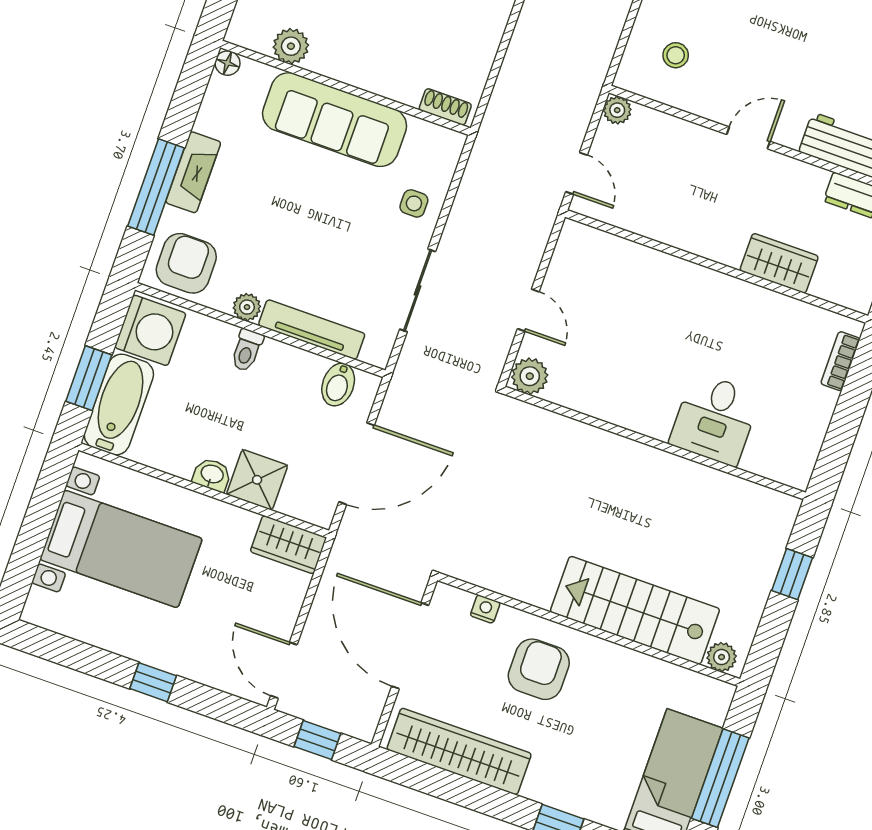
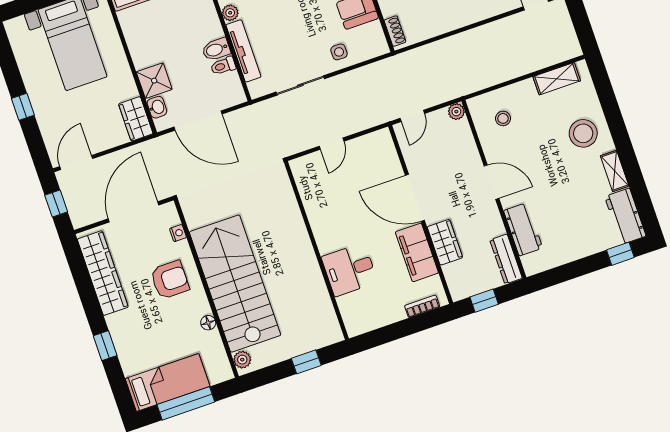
door: (748, 138) -> (492, 182), width x1.38
door: (688, 256) -> (415, 198), added
filing cabinet: (763, 311) -> (417, 252), added
toilet: (247, 350) -> (223, 66), moved
plant: (530, 376) -> (302, 168), removed
bidet: (338, 385) -> (216, 49), moved
washbasin: (212, 475) -> (157, 107), moved
stairs: (635, 610) -> (235, 284), width x1.36, depth x1.51
floor lamp: (636, 663) -> (208, 323), added

